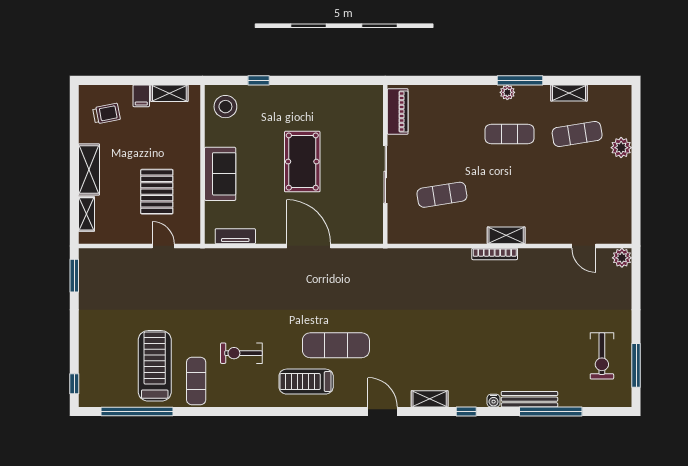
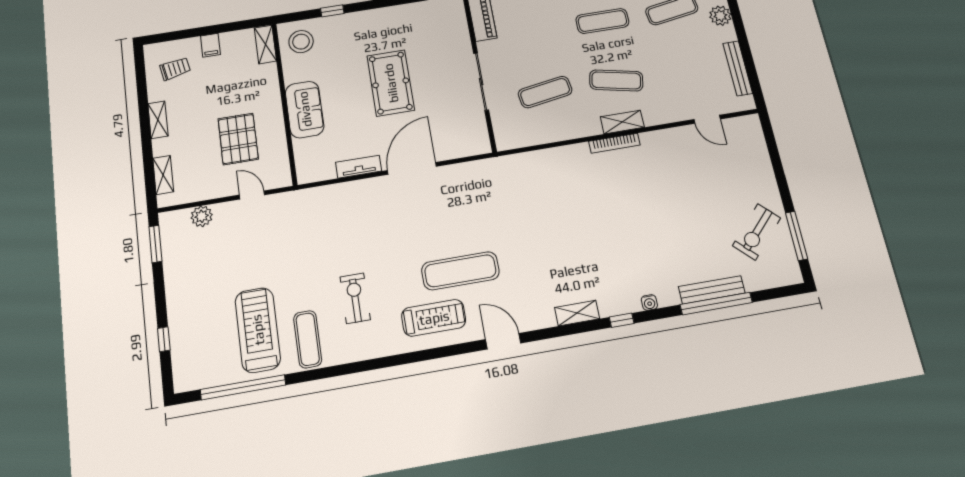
shelving: (169, 93) -> (265, 44), moved, turned 90
shelving: (89, 169) -> (158, 120), width x0.67, depth x0.75
exercise mat: (510, 195) -> (616, 80), added
bench: (624, 202) -> (738, 68), added
tv unit: (235, 236) -> (359, 167), moved
door: (309, 246) -> (412, 168), hinge flipped
plant: (622, 258) -> (202, 216), moved
exercise bike: (241, 353) -> (355, 298), turned 90
exercise bike: (602, 356) -> (757, 232), turned 44
treadmill: (306, 382) -> (434, 318), turned 180
window: (74, 384) -> (164, 339), moved
bench: (529, 399) -> (712, 290), moved
door: (383, 411) -> (503, 341), moved

